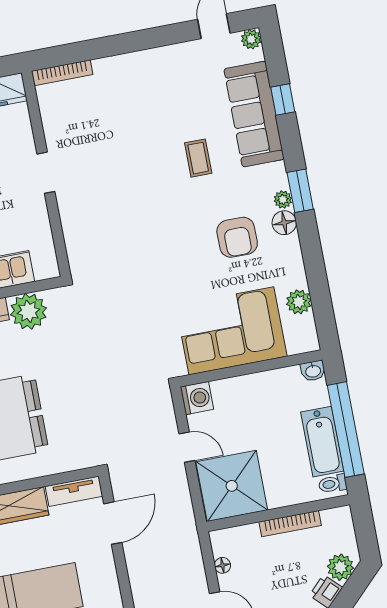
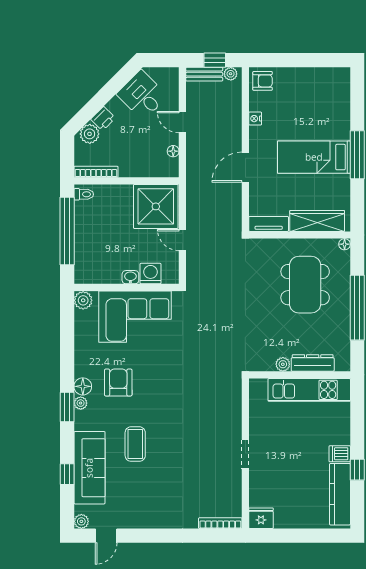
coffee table: (198, 158) -> (135, 444), width x1.36, depth x1.30
plant: (299, 302) -> (83, 300), moved
plant: (28, 311) -> (283, 364), width x0.53, depth x0.53
washbasin: (313, 371) -> (130, 277), moved
washing machine: (197, 398) -> (151, 274), moved, turned 90
bathtub: (322, 442) -> (85, 226), removed
door: (113, 523) -> (245, 167), moved
bookcase: (290, 524) -> (96, 172), moved

